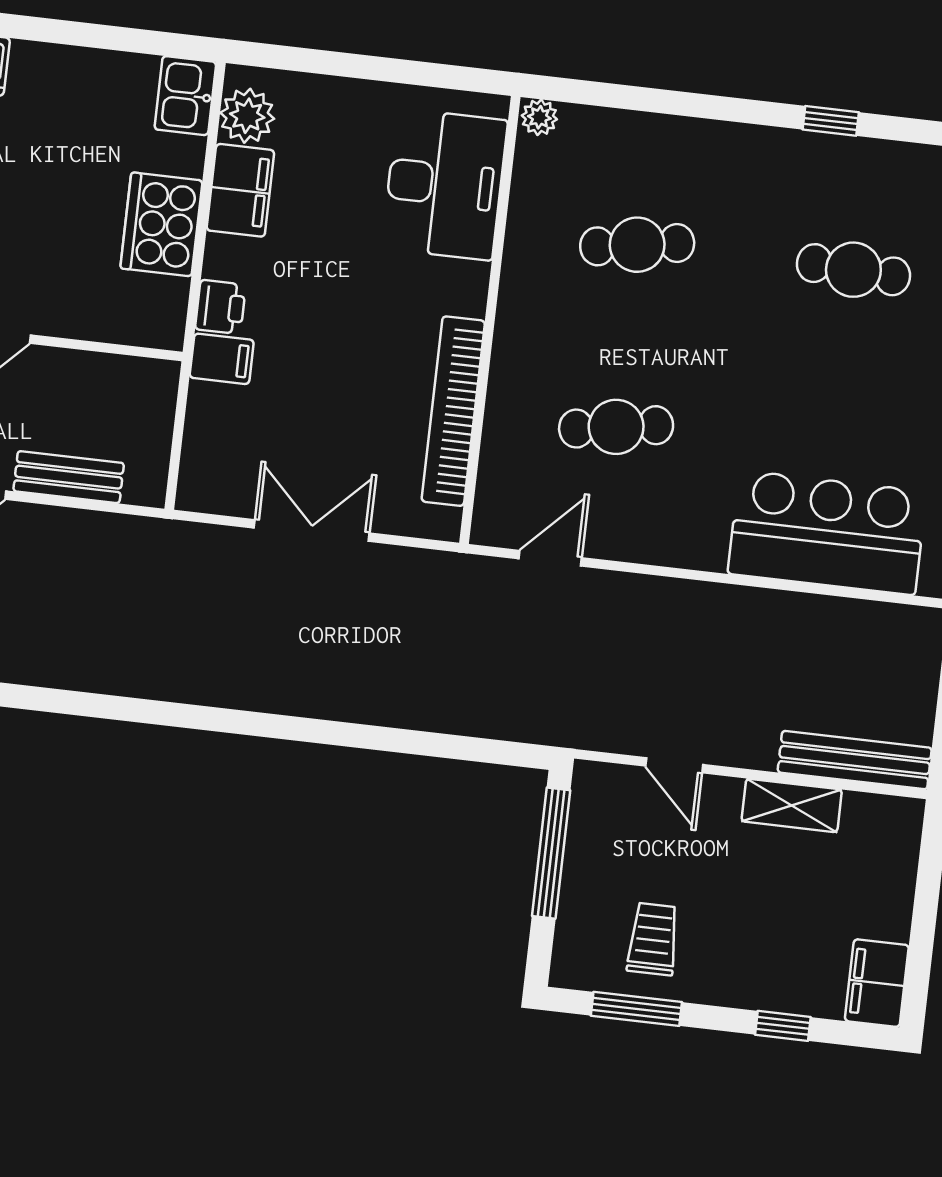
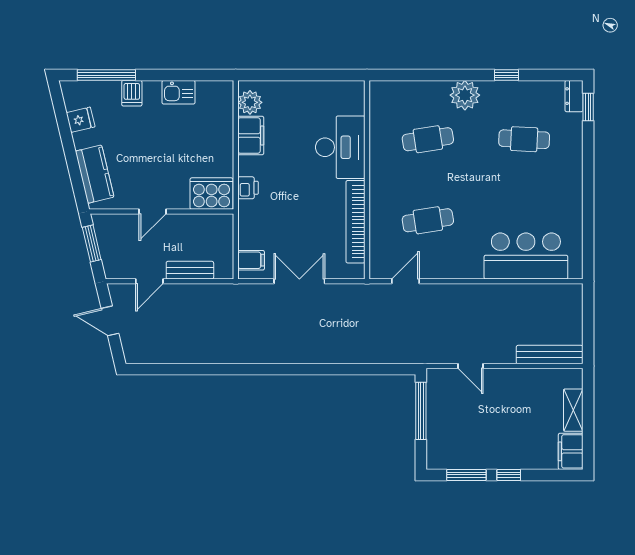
kitchen sink: (185, 96) -> (179, 92), moved, turned -90
plant: (539, 117) -> (465, 95), moved, width x1.88, depth x1.88
desk: (445, 184) -> (340, 147), moved
cooker: (161, 224) -> (212, 194), moved, turned 90
filing cabinet: (222, 359) -> (251, 260), moved
shelving: (792, 805) -> (573, 410), moved, turned 90
trolley: (653, 939) -> (470, 443), removed
window: (783, 1026) -> (509, 475), moved

